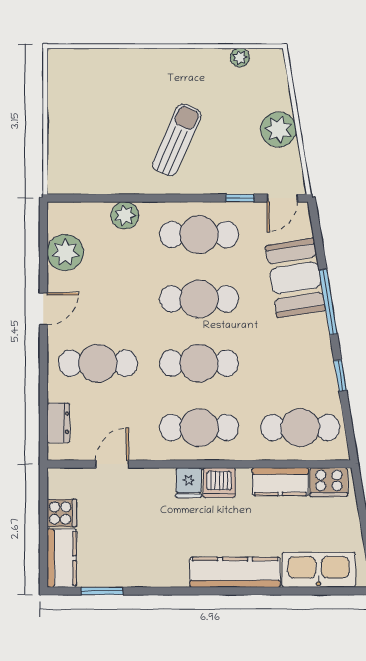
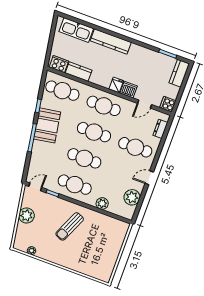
booth: (296, 278) -> (47, 125), moved
dishwasher: (219, 483) -> (129, 90), moved
cooker: (62, 513) -> (168, 104), moved

